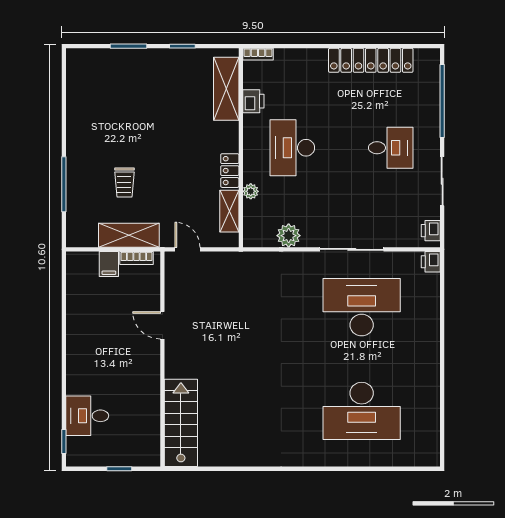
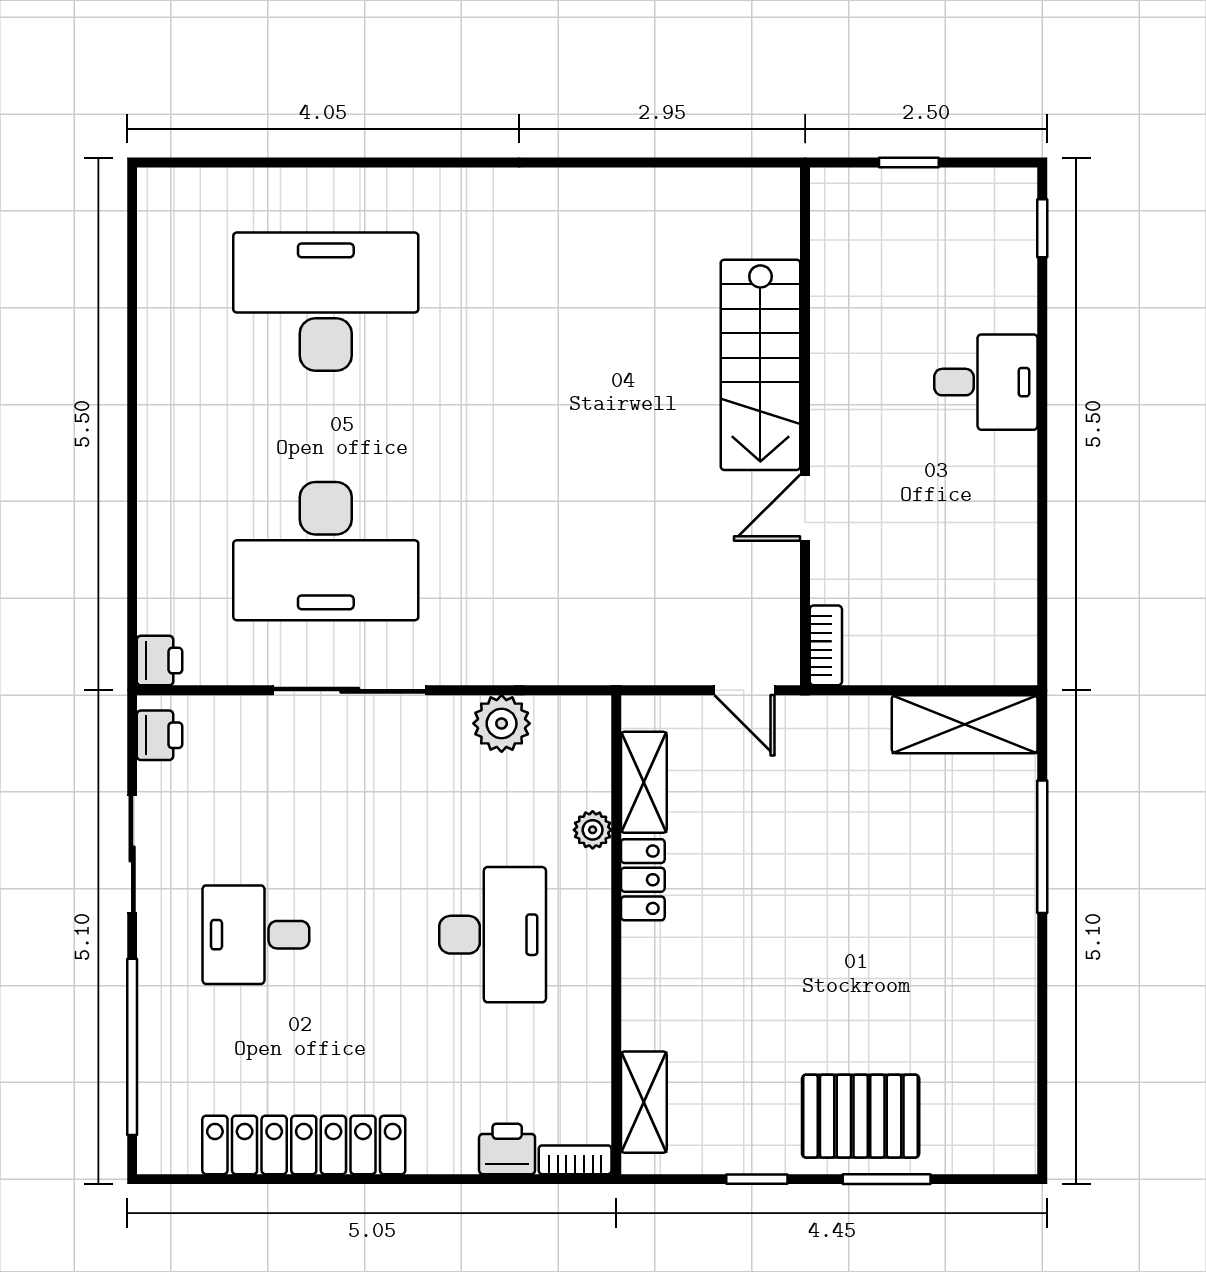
pallet: (139, 72) -> (861, 1116), added
shelving: (226, 89) -> (644, 1102), width x0.67, depth x0.75
printer: (253, 101) -> (507, 1149), moved, turned 90
trolley: (124, 182) -> (896, 851), removed
shelving: (129, 235) -> (965, 724), moved
bookcase: (137, 258) -> (826, 645), moved, turned 90
filing cabinet: (109, 264) -> (934, 655), removed
door: (162, 325) -> (805, 508), swing flipped
desk: (87, 416) -> (986, 382), moved
stairs: (181, 423) -> (760, 365), moved

